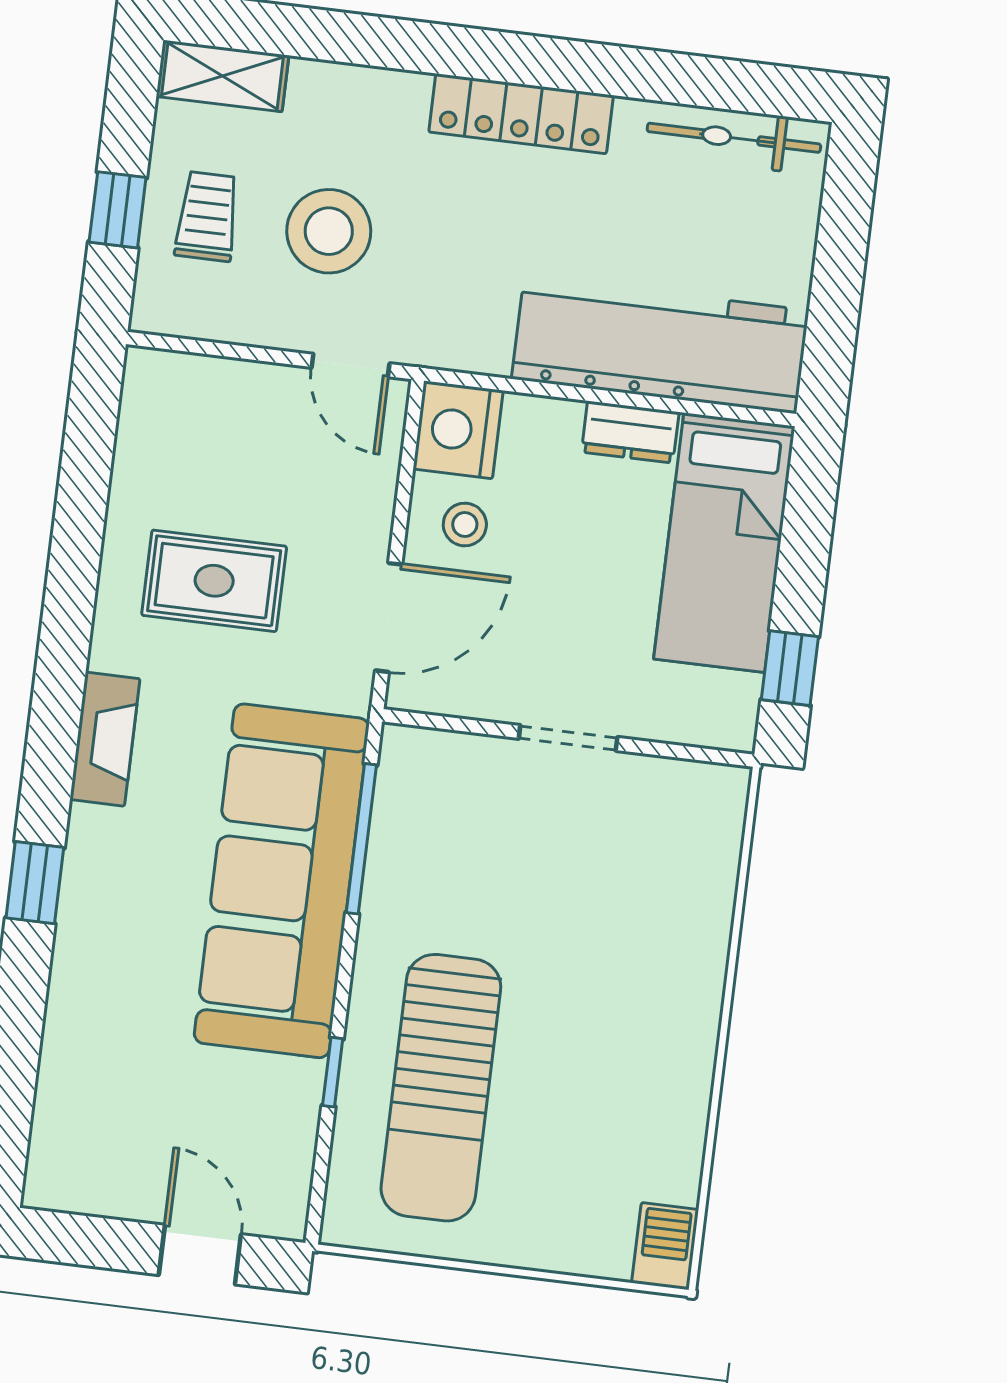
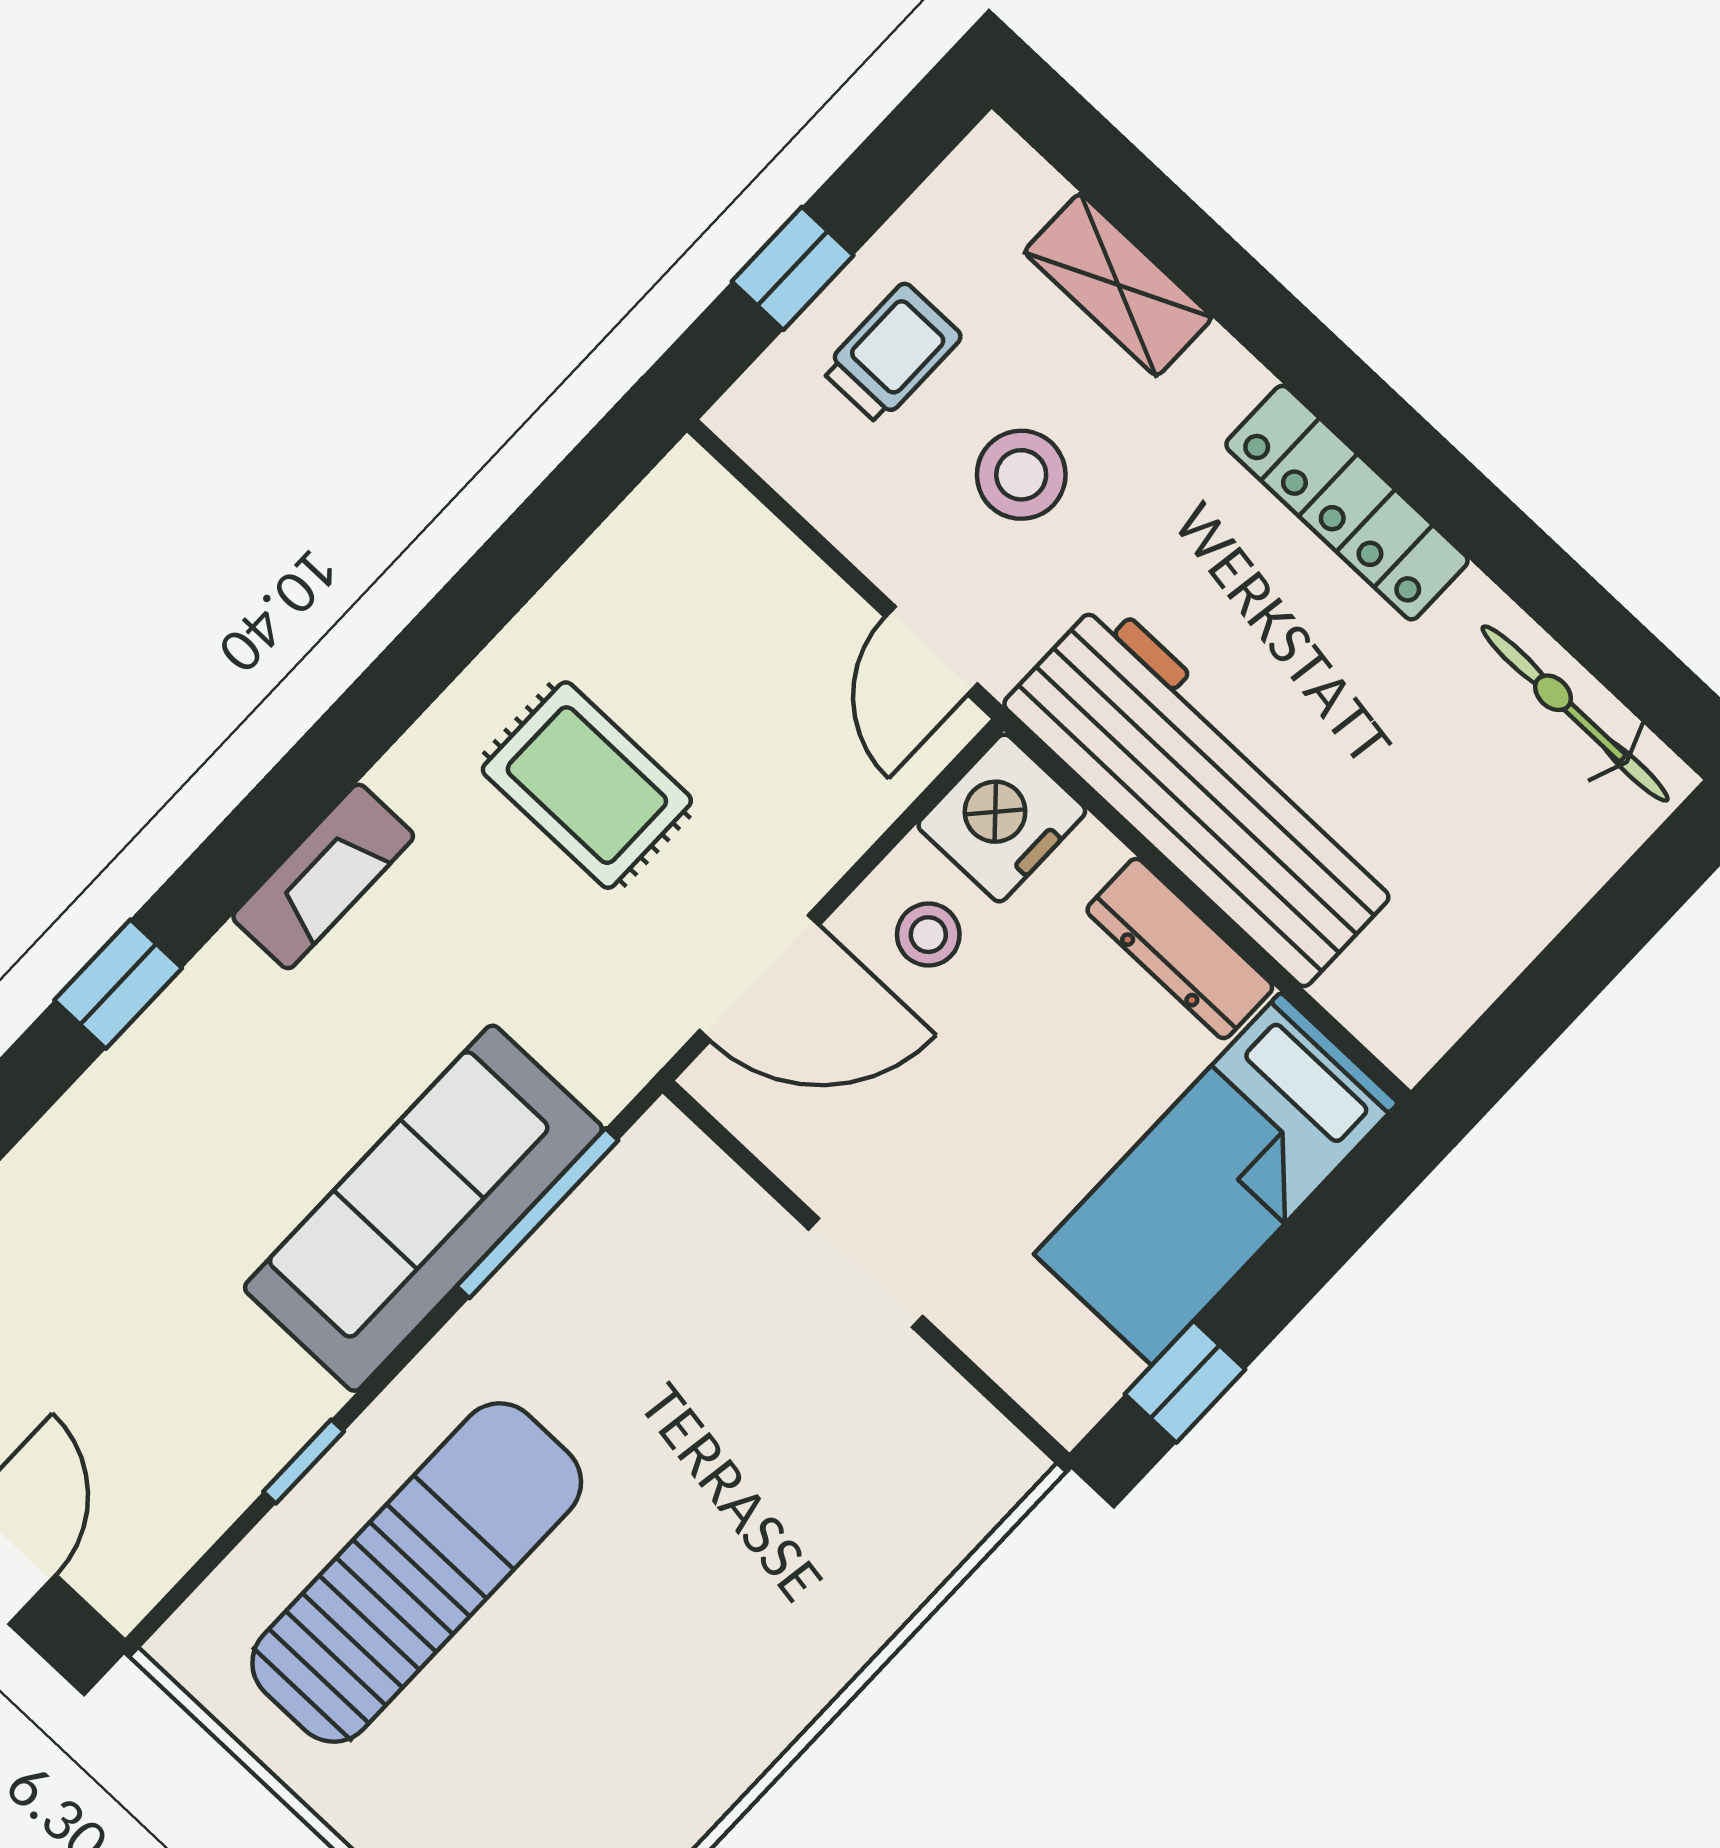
shelving: (223, 76) -> (1118, 285), moved
stool: (329, 231) -> (1021, 475), width x0.73, depth x0.73
workbench: (660, 345) -> (1205, 792), moved
dresser: (630, 432) -> (1180, 949), width x1.44
sofa: (282, 881) -> (423, 1208), width x0.74, depth x0.79
sun lounger: (441, 1088) -> (417, 1572), turned 180

